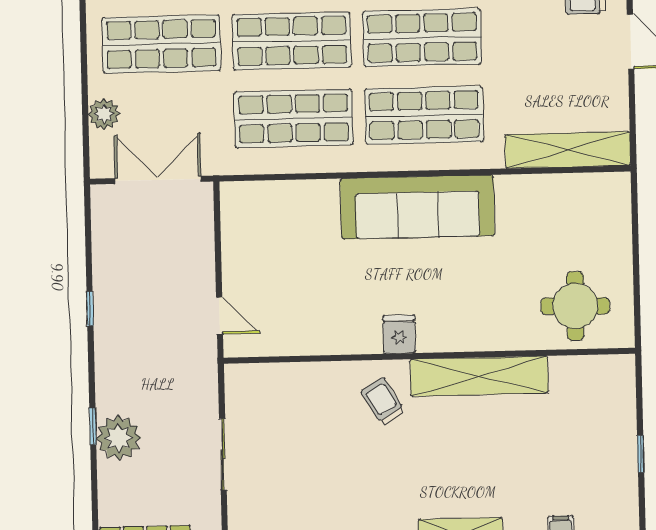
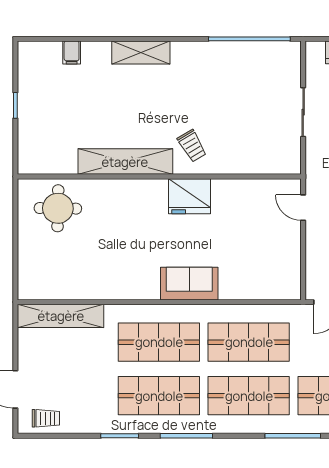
sofa: (417, 207) -> (189, 284), width x0.54, depth x0.79
fridge: (399, 334) -> (189, 196), width x1.88, depth x1.34

